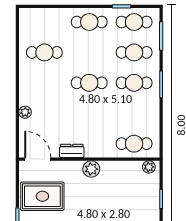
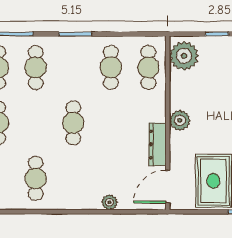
cafe table: (134, 83) -> (111, 67), moved
dresser: (72, 151) -> (157, 144), width x1.44
plant: (149, 167) -> (184, 56), width x1.88, depth x1.88

